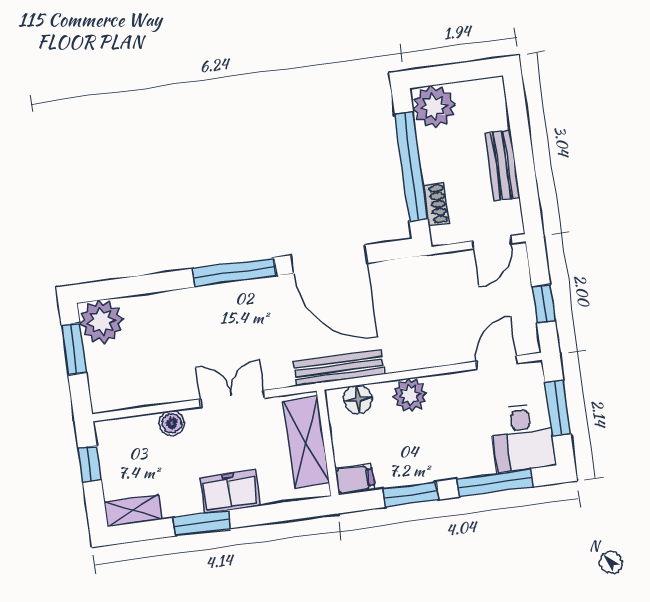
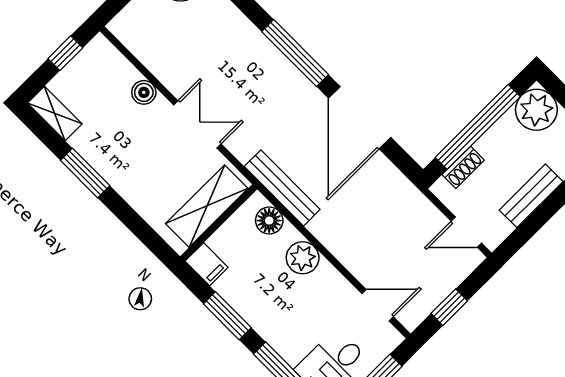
freezer: (230, 491) -> (125, 176), removed

